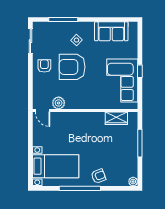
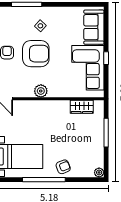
sofa: (111, 31) -> (94, 27), moved, turned 90
armchair: (72, 67) -> (36, 54), turned 180
plant: (59, 103) -> (41, 91), moved

